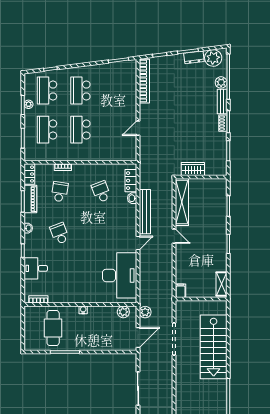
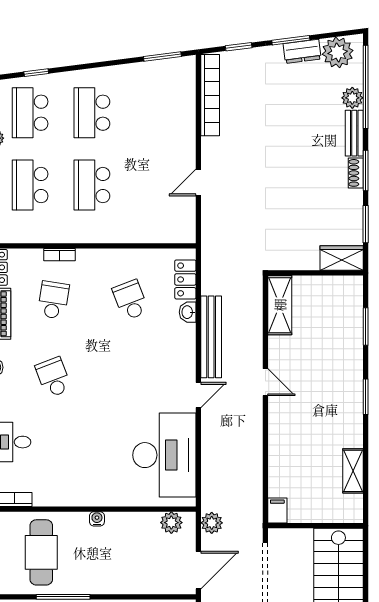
wardrobe: (193, 169) -> (342, 258), moved
shelving: (182, 202) -> (280, 305), width x0.68
filing cabinet: (181, 291) -> (277, 511), moved
wall: (201, 299) -> (315, 526), moved

